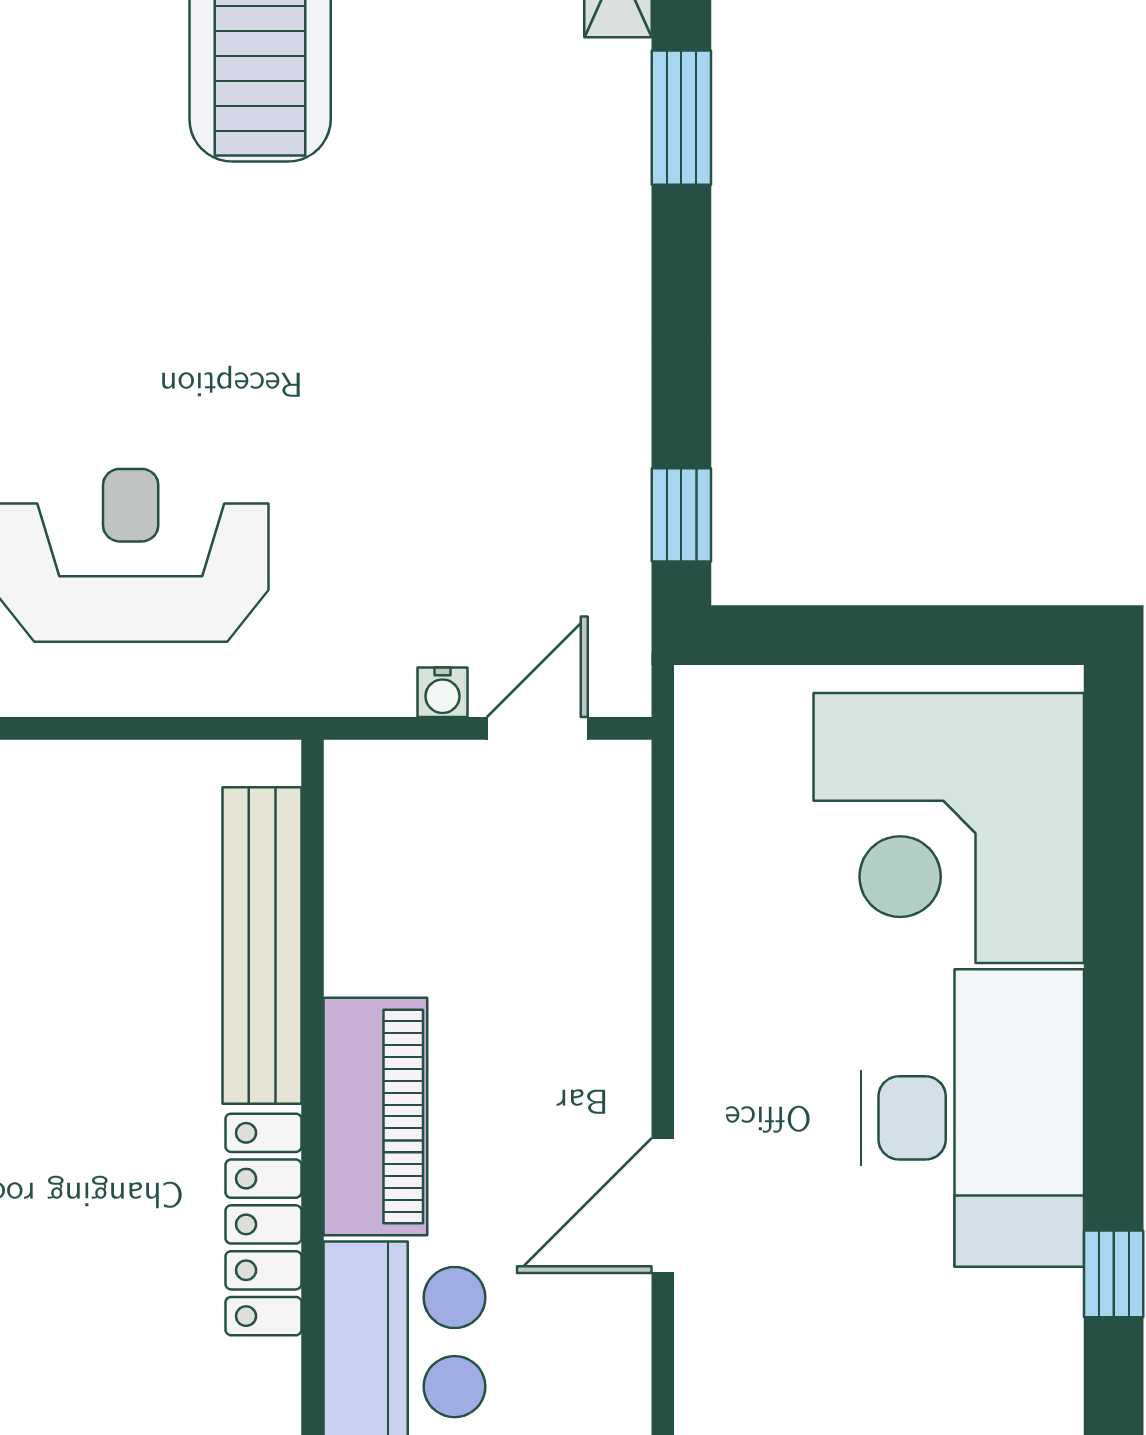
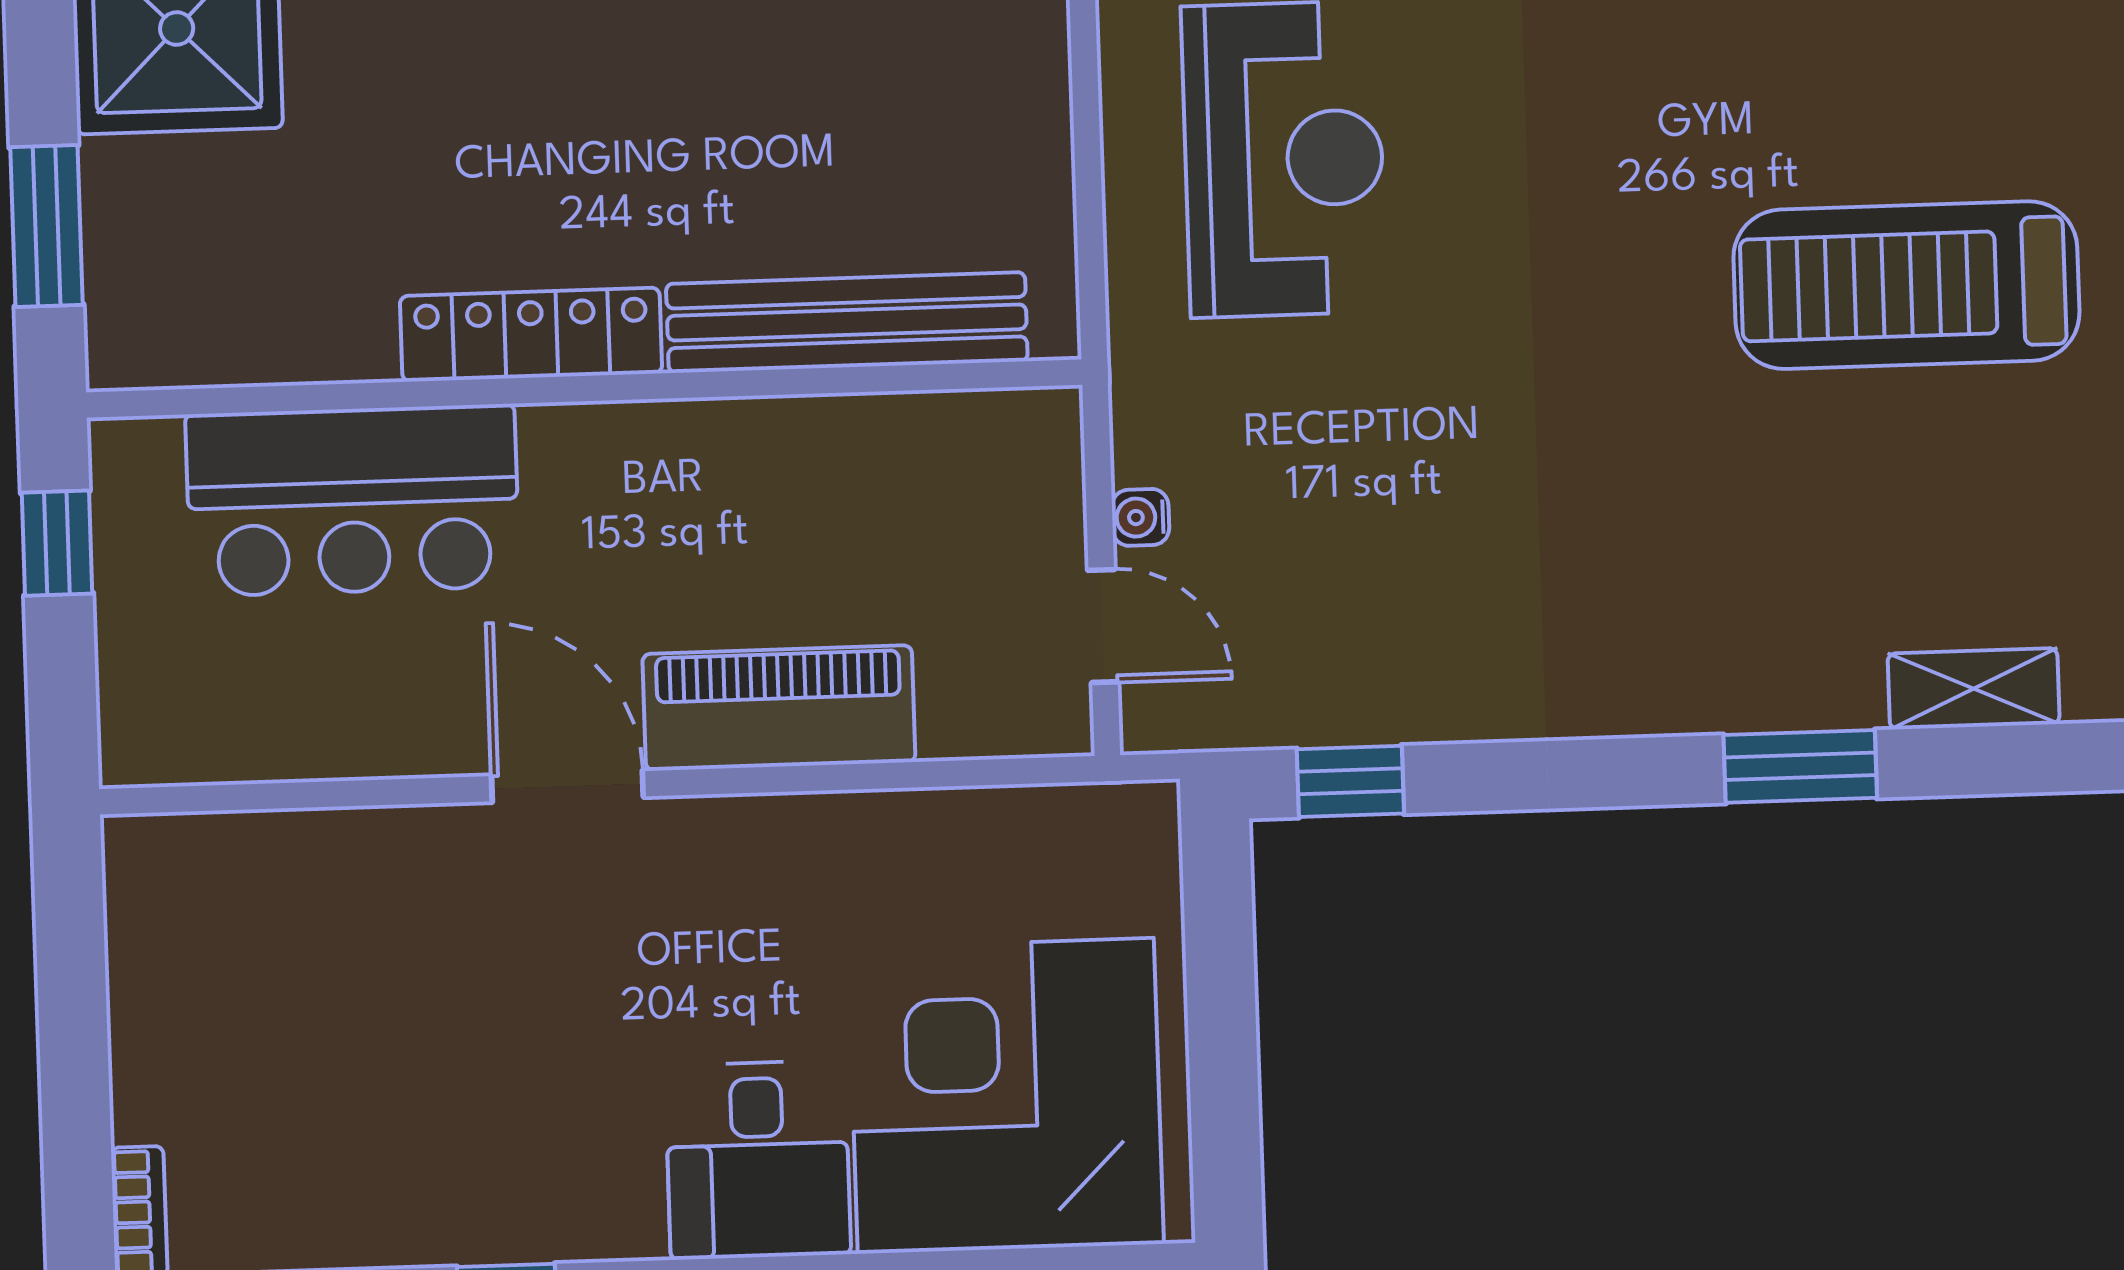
piano: (375, 1116) -> (779, 708), moved, turned 180
desk: (972, 1118) -> (758, 1160), width x0.53, depth x0.77

